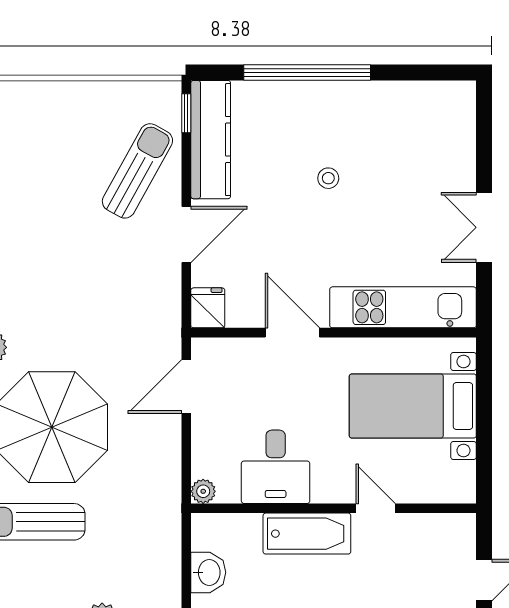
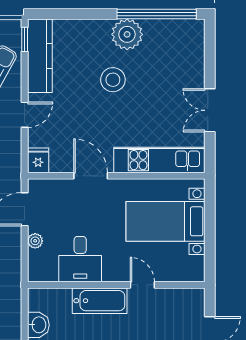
window: (307, 72) -> (157, 14), moved
plant: (351, 105) -> (127, 34), added
stool: (328, 178) -> (113, 80), width x1.89, depth x1.89
door: (186, 235) -> (25, 115), width x0.73
plant: (203, 491) -> (35, 241), moved

